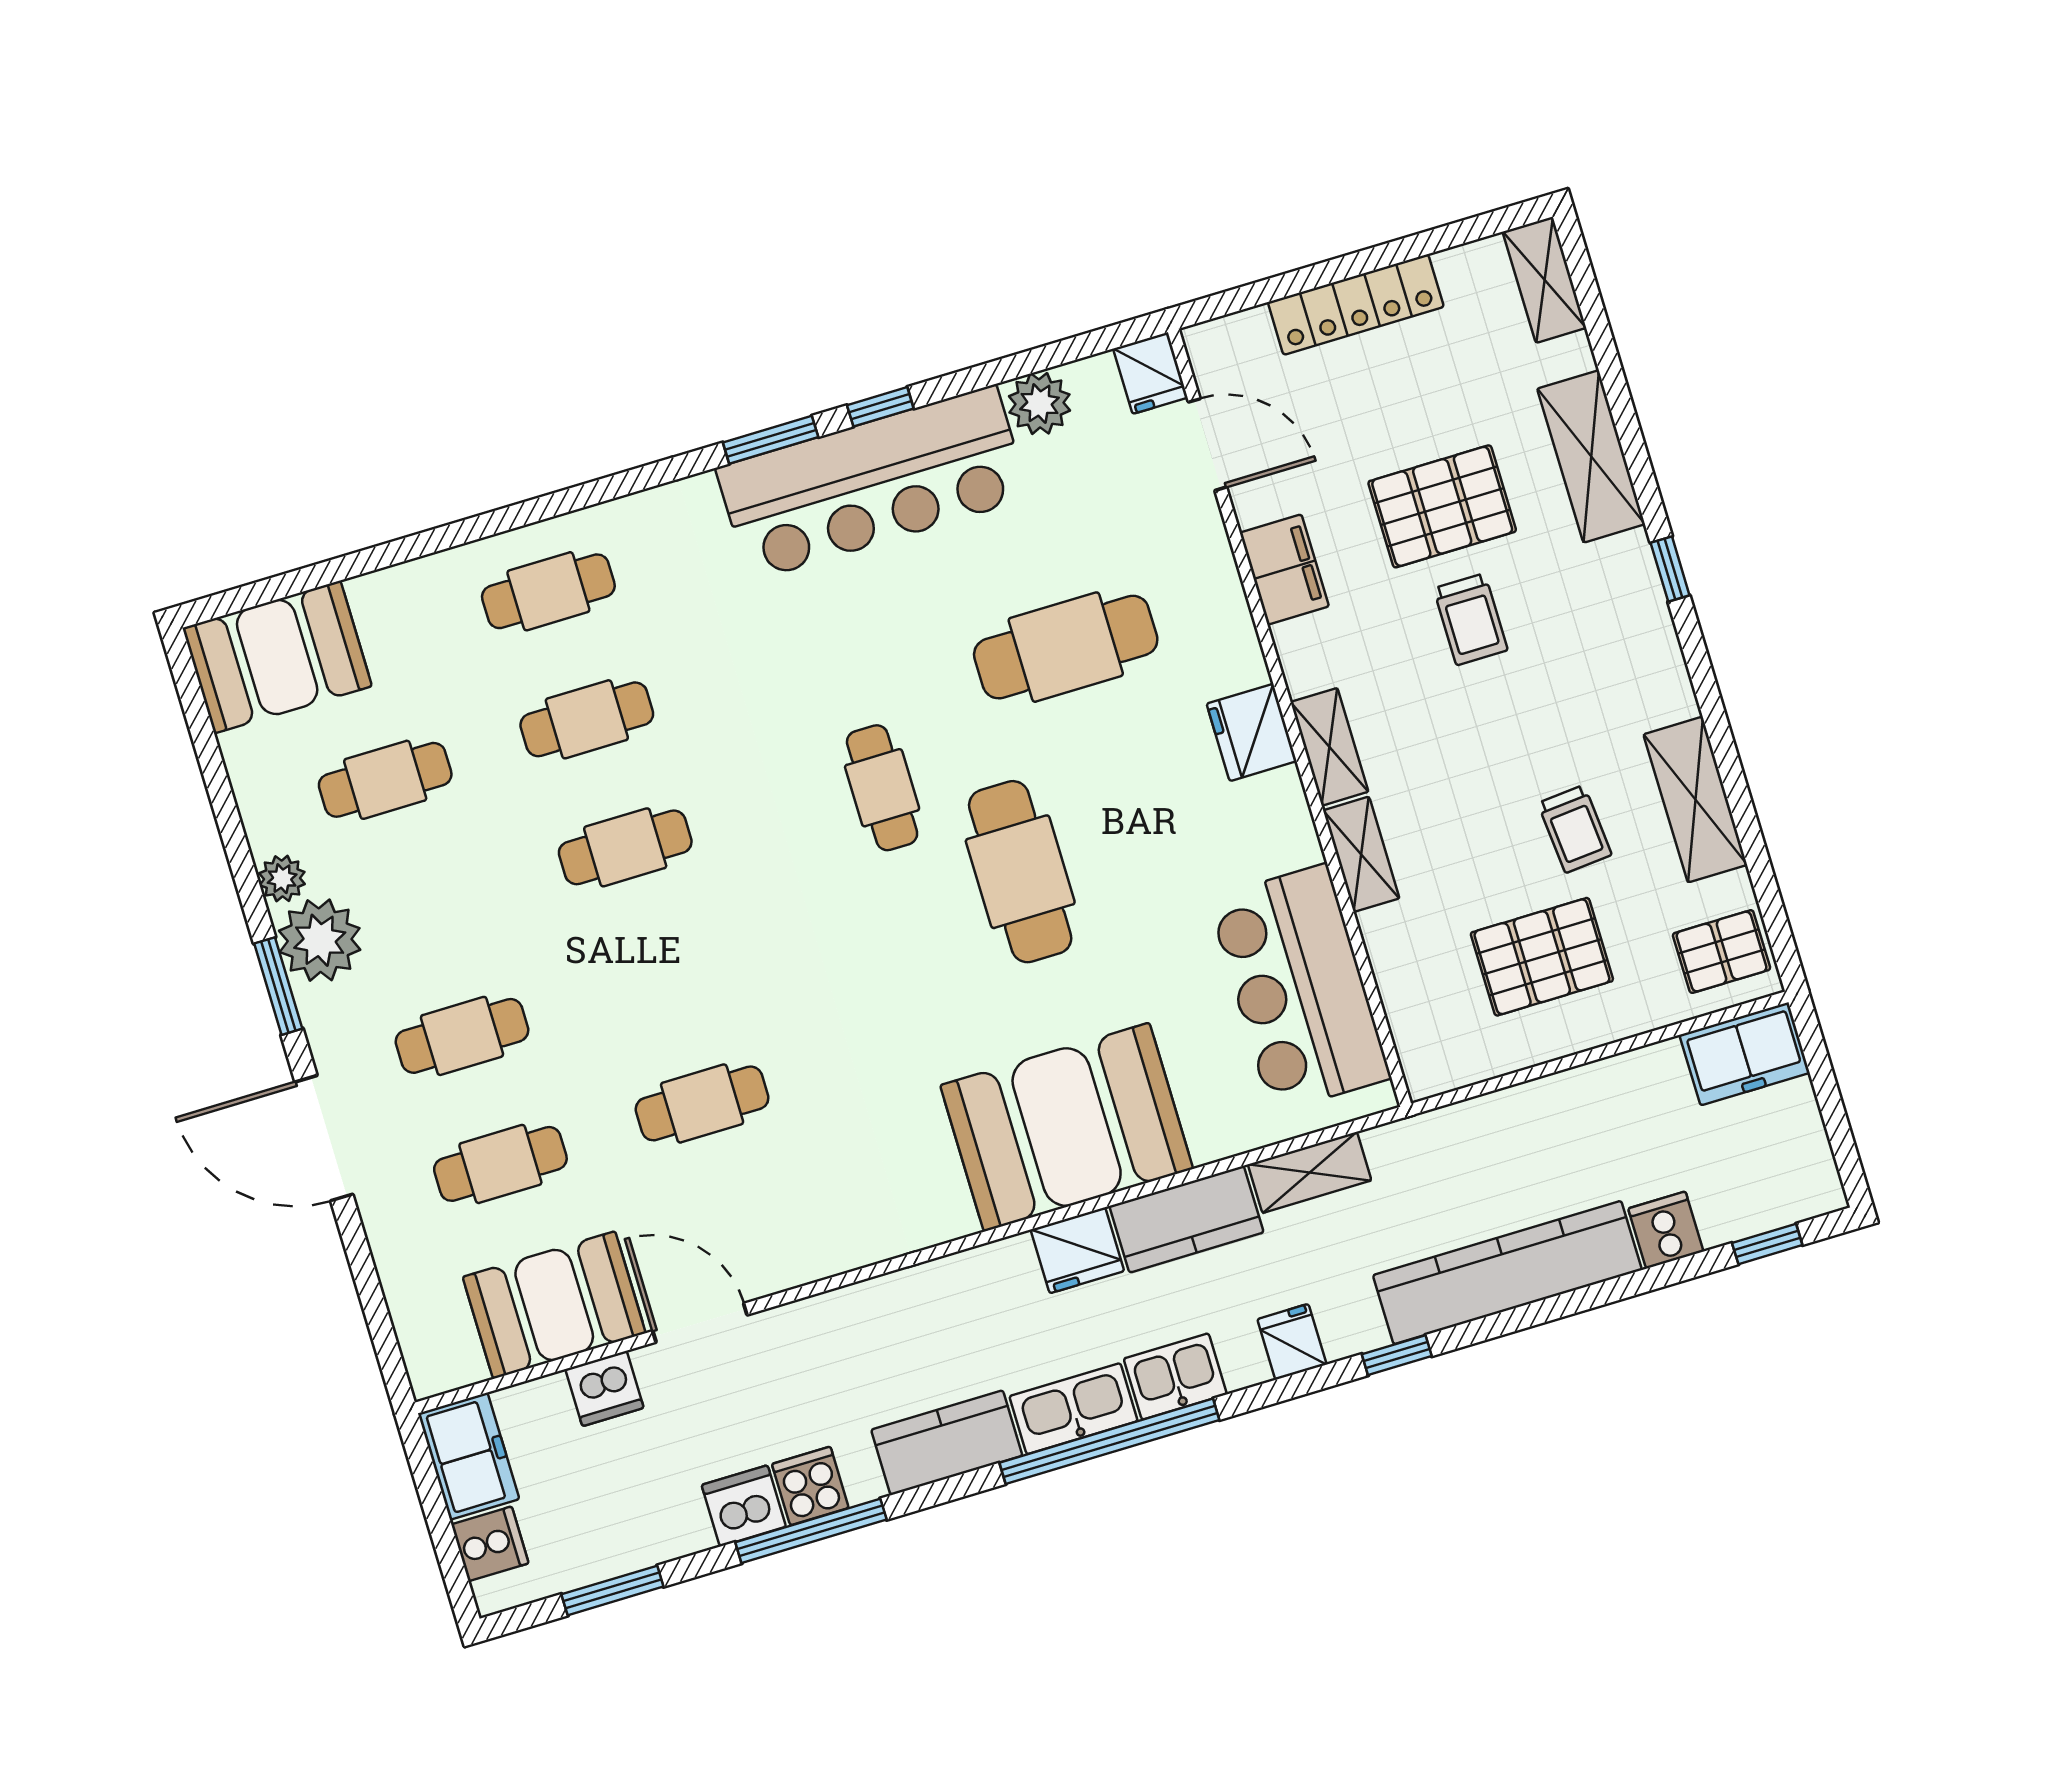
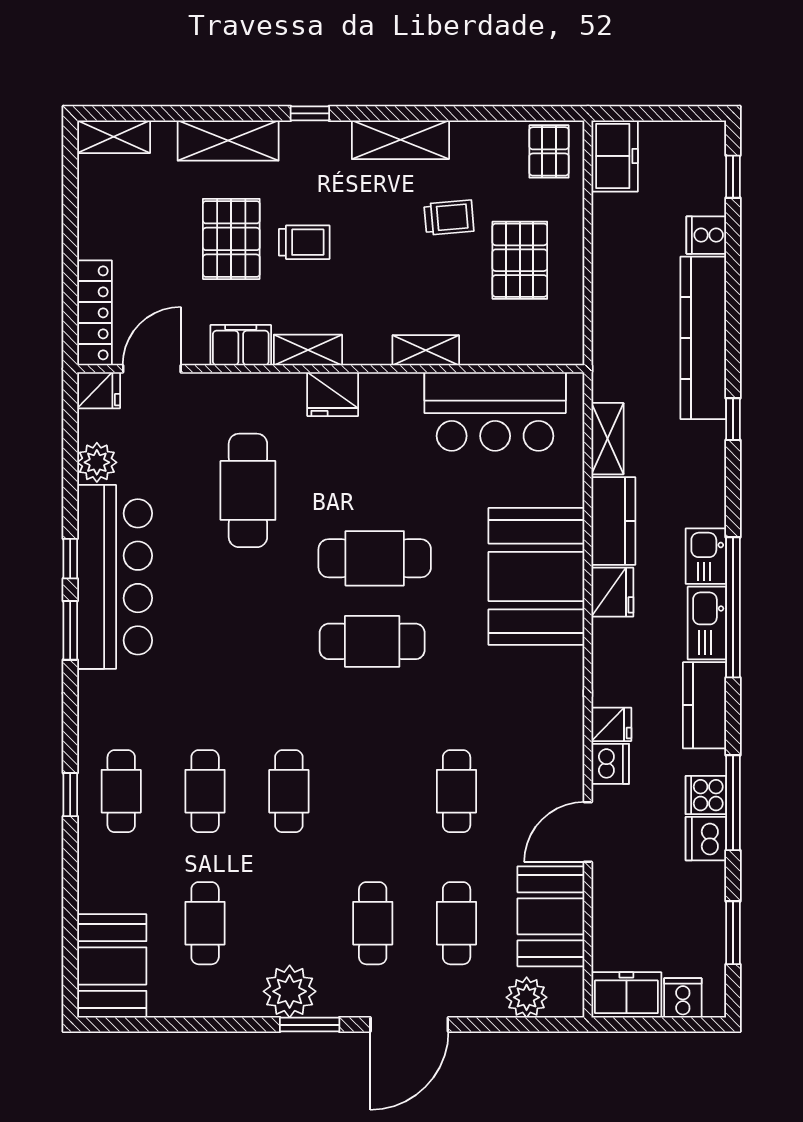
locker: (1356, 305) -> (94, 313), moved
window: (520, 515) -> (70, 795), added
shelving: (1330, 747) -> (308, 350), moved
cafe table: (882, 788) -> (372, 641), moved, width x1.37, depth x1.35
shelving: (1695, 800) -> (400, 140), moved
plant: (282, 879) -> (527, 997), moved, width x1.38, depth x1.38
fridge: (1292, 1342) -> (611, 724), moved, turned 180
dishwasher: (604, 1388) -> (610, 764), moved

